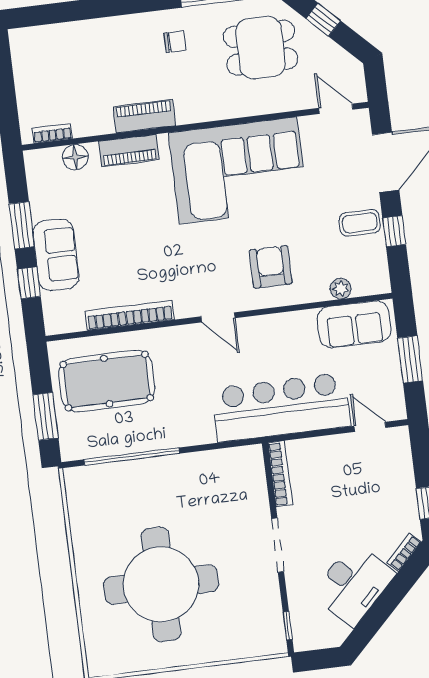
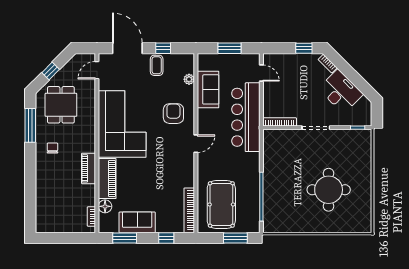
piano: (129, 151) -> (107, 179), width x1.37, depth x1.33
window: (22, 225) -> (125, 238), moved
sofa: (56, 255) -> (137, 222), moved
armchair: (271, 267) -> (173, 114), turned 90
bookcase: (130, 315) -> (189, 210), moved
sofa: (354, 324) -> (208, 89), moved
door: (370, 427) -> (261, 73), swing flipped
round table: (161, 584) -> (329, 190), width x0.73, depth x0.73

